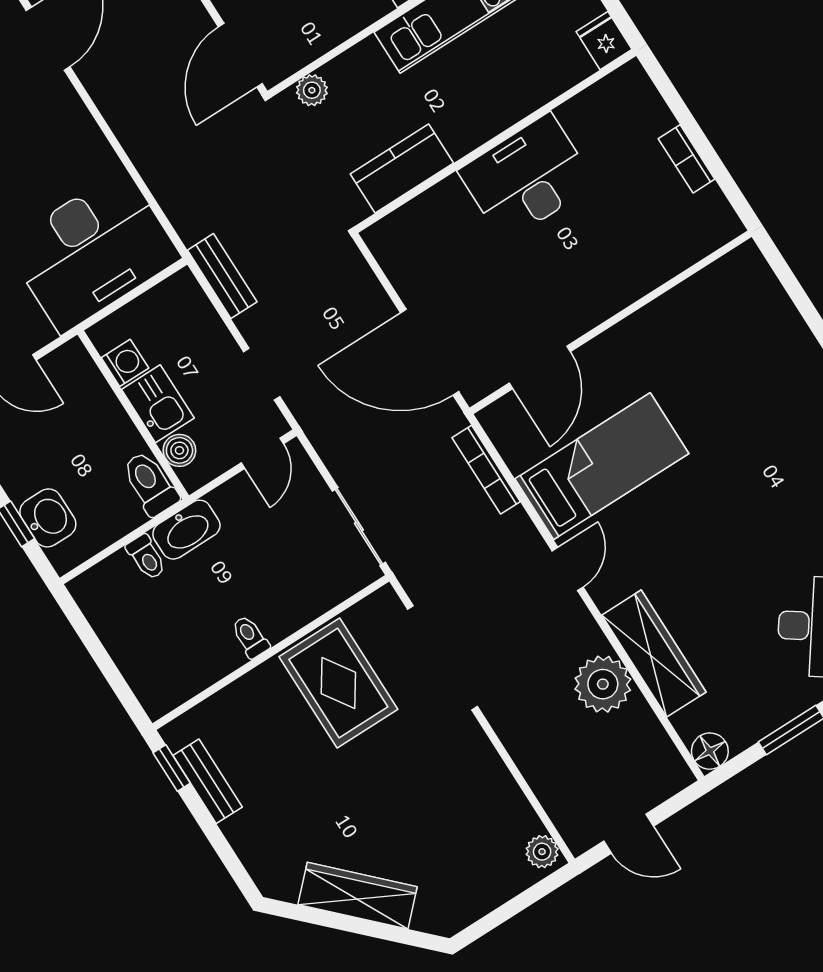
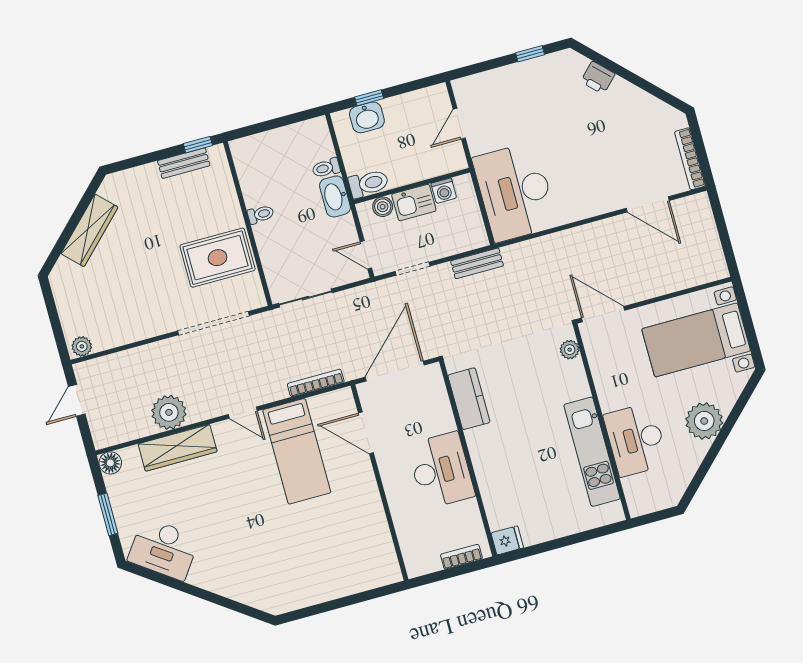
fridge: (604, 41) -> (507, 540), moved
wall: (495, 141) -> (468, 458), moved
kitchen counter: (402, 168) -> (469, 399), moved
desk: (527, 178) -> (441, 470), moved

